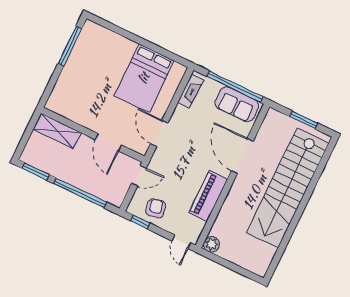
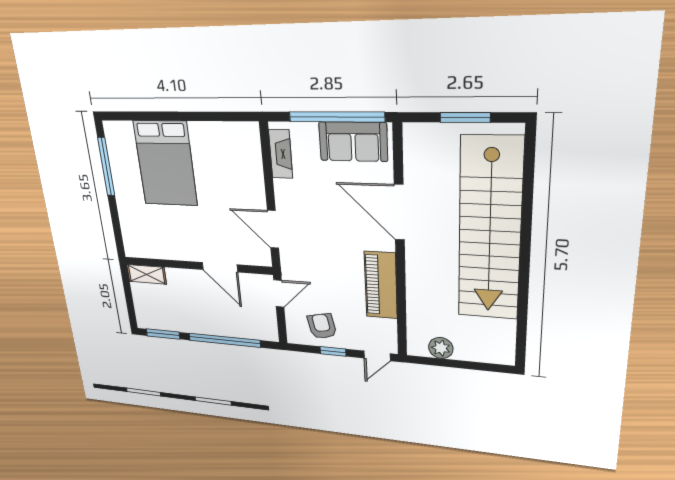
bed: (144, 78) -> (165, 164), moved
shelving: (57, 131) -> (147, 274), width x0.67, depth x0.75
window: (140, 222) -> (333, 351), moved
door: (181, 242) -> (377, 356), hinge flipped
plant: (211, 244) -> (441, 348), moved

